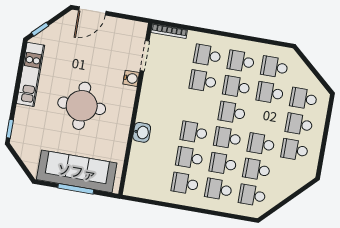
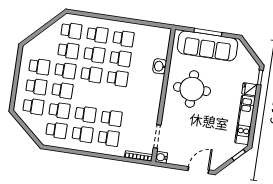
water cooler: (131, 78) -> (161, 157), moved
round table: (82, 106) -> (192, 89), moved
school desk: (232, 112) -> (62, 90), moved
fridge: (24, 114) -> (249, 89), added
washbasin: (142, 132) -> (160, 66), moved

